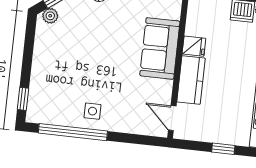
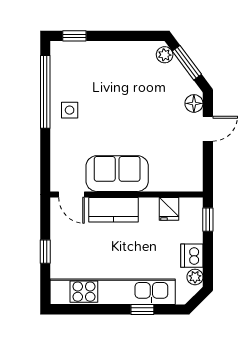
fridge: (194, 46) -> (169, 209), moved
sofa: (160, 48) -> (117, 174), moved
door: (172, 118) -> (71, 194), swing flipped

